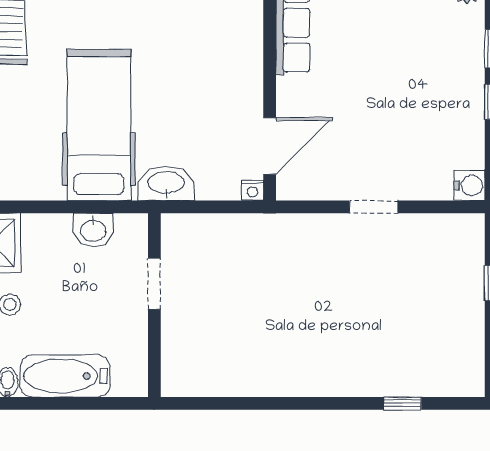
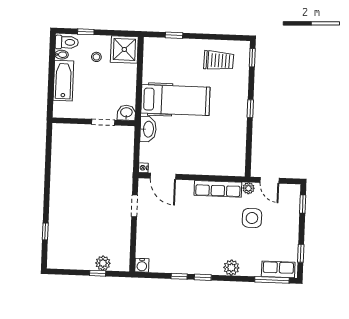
doorway: (374, 207) -> (134, 206), moved
washbasin: (93, 230) -> (126, 113), moved, turned 90
plant: (468, 272) -> (103, 263), added

